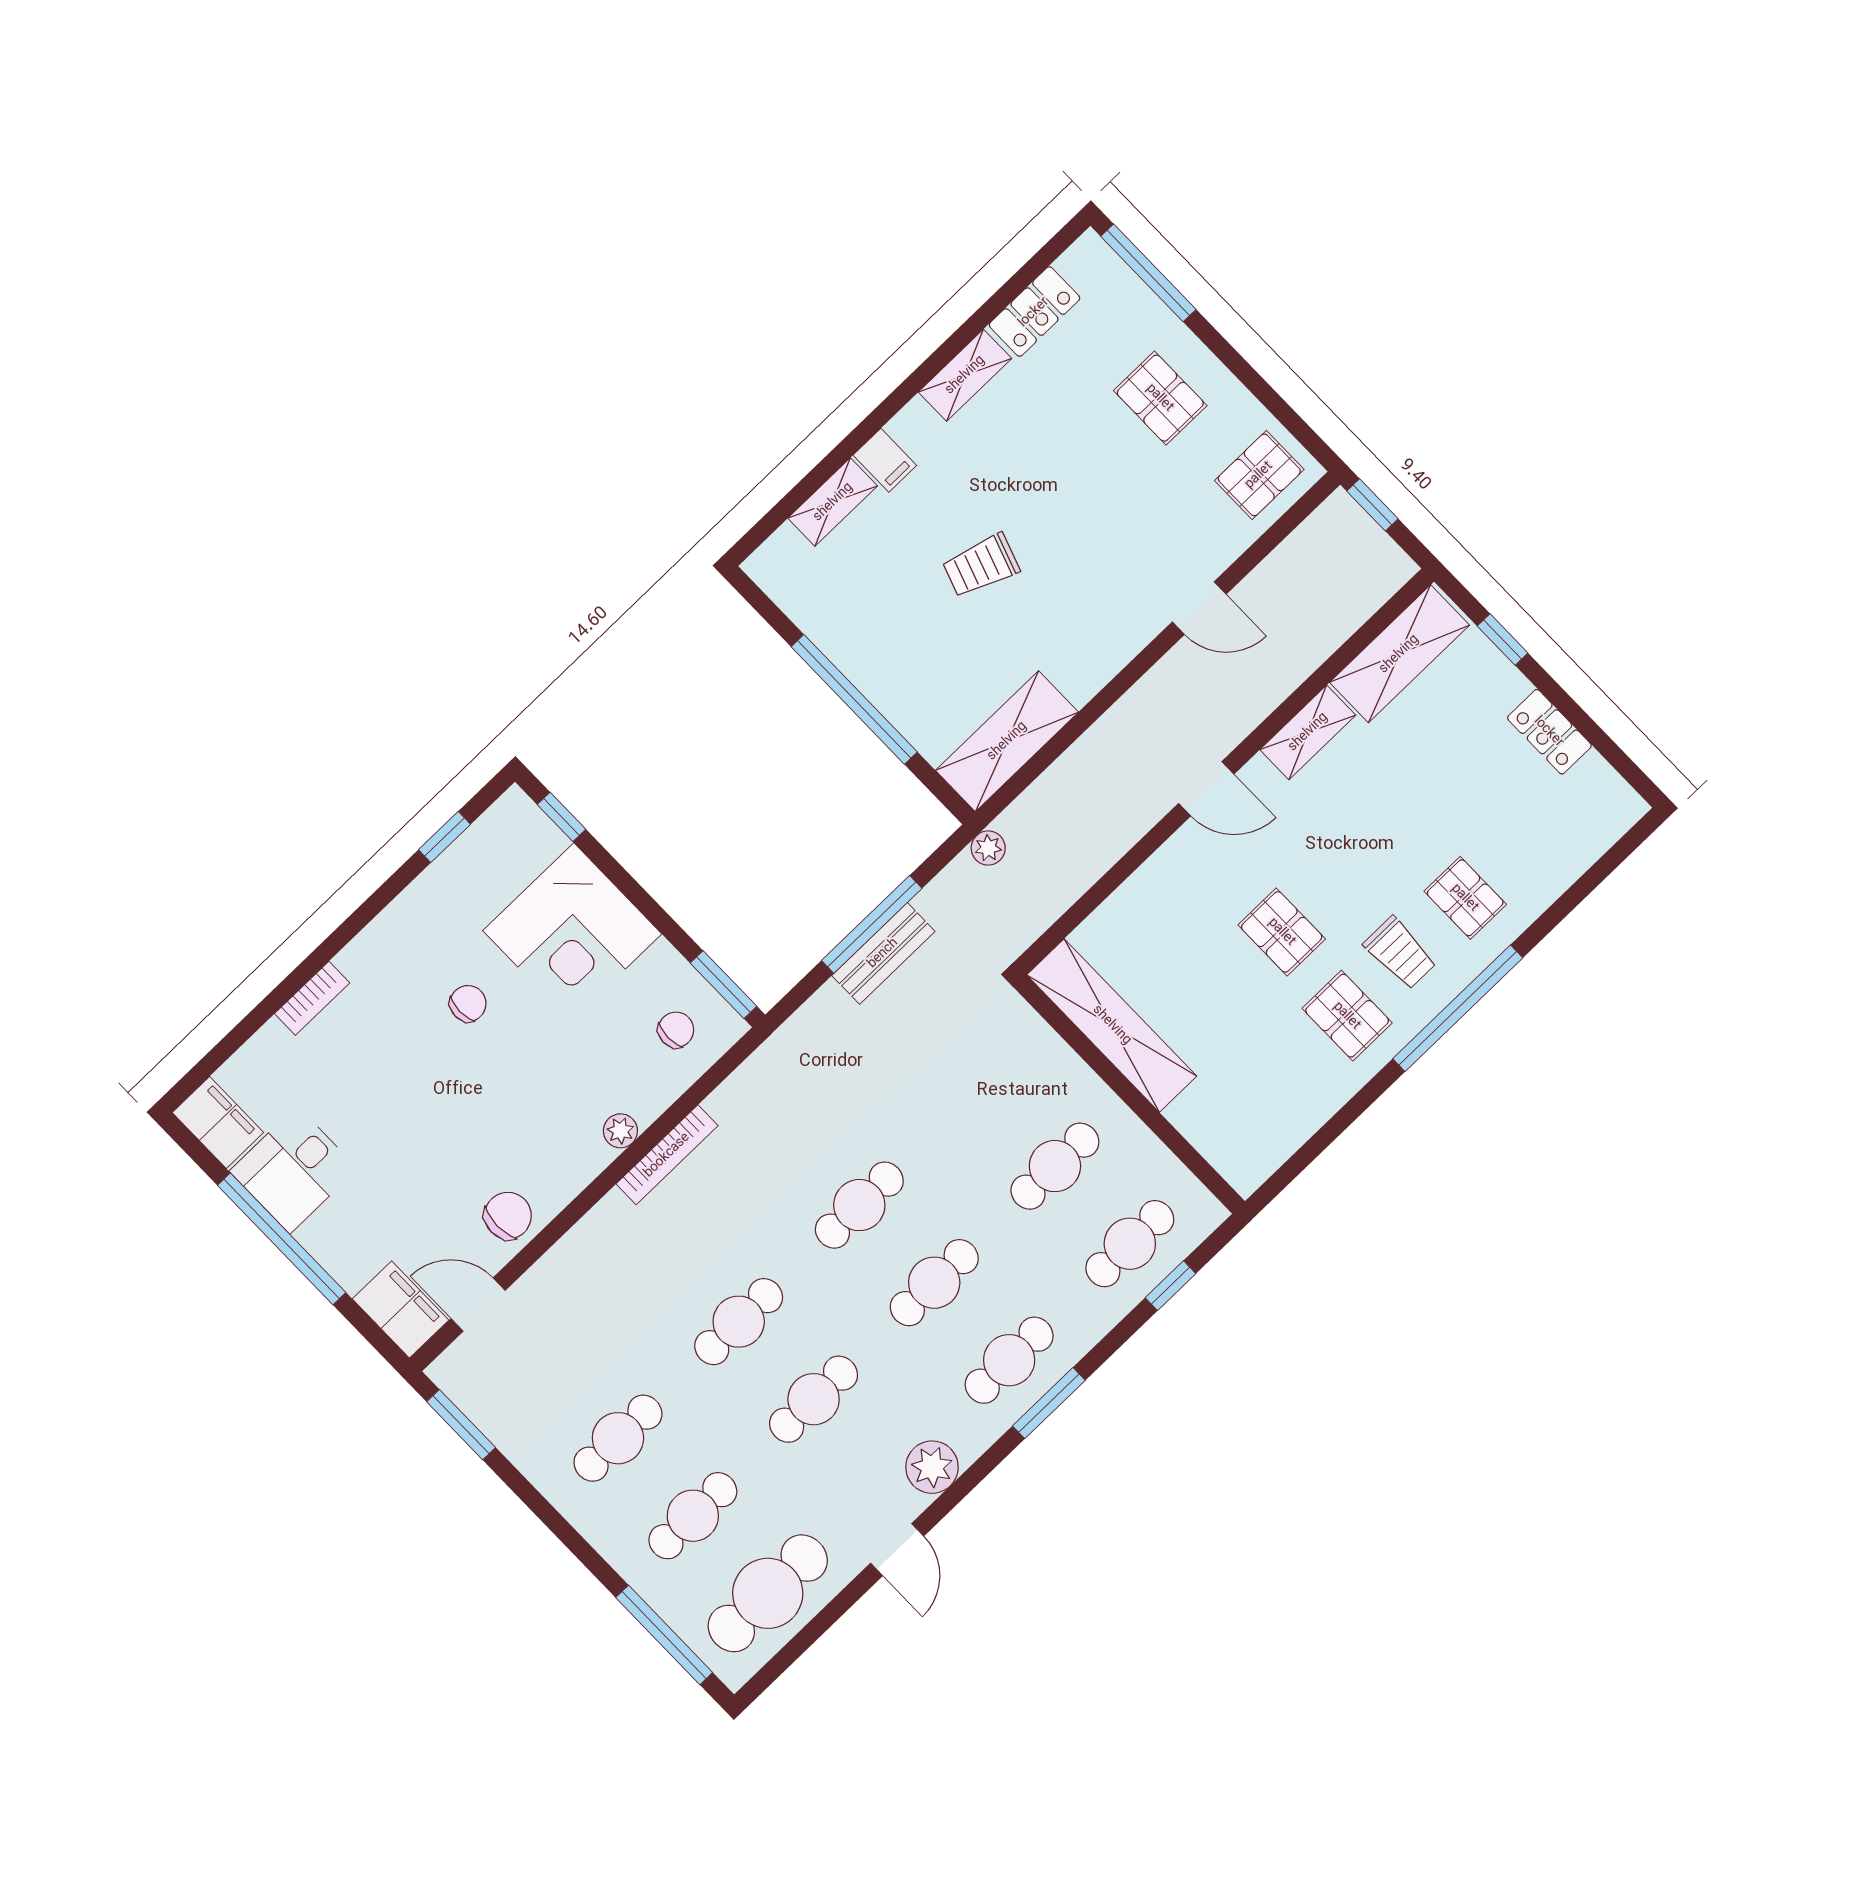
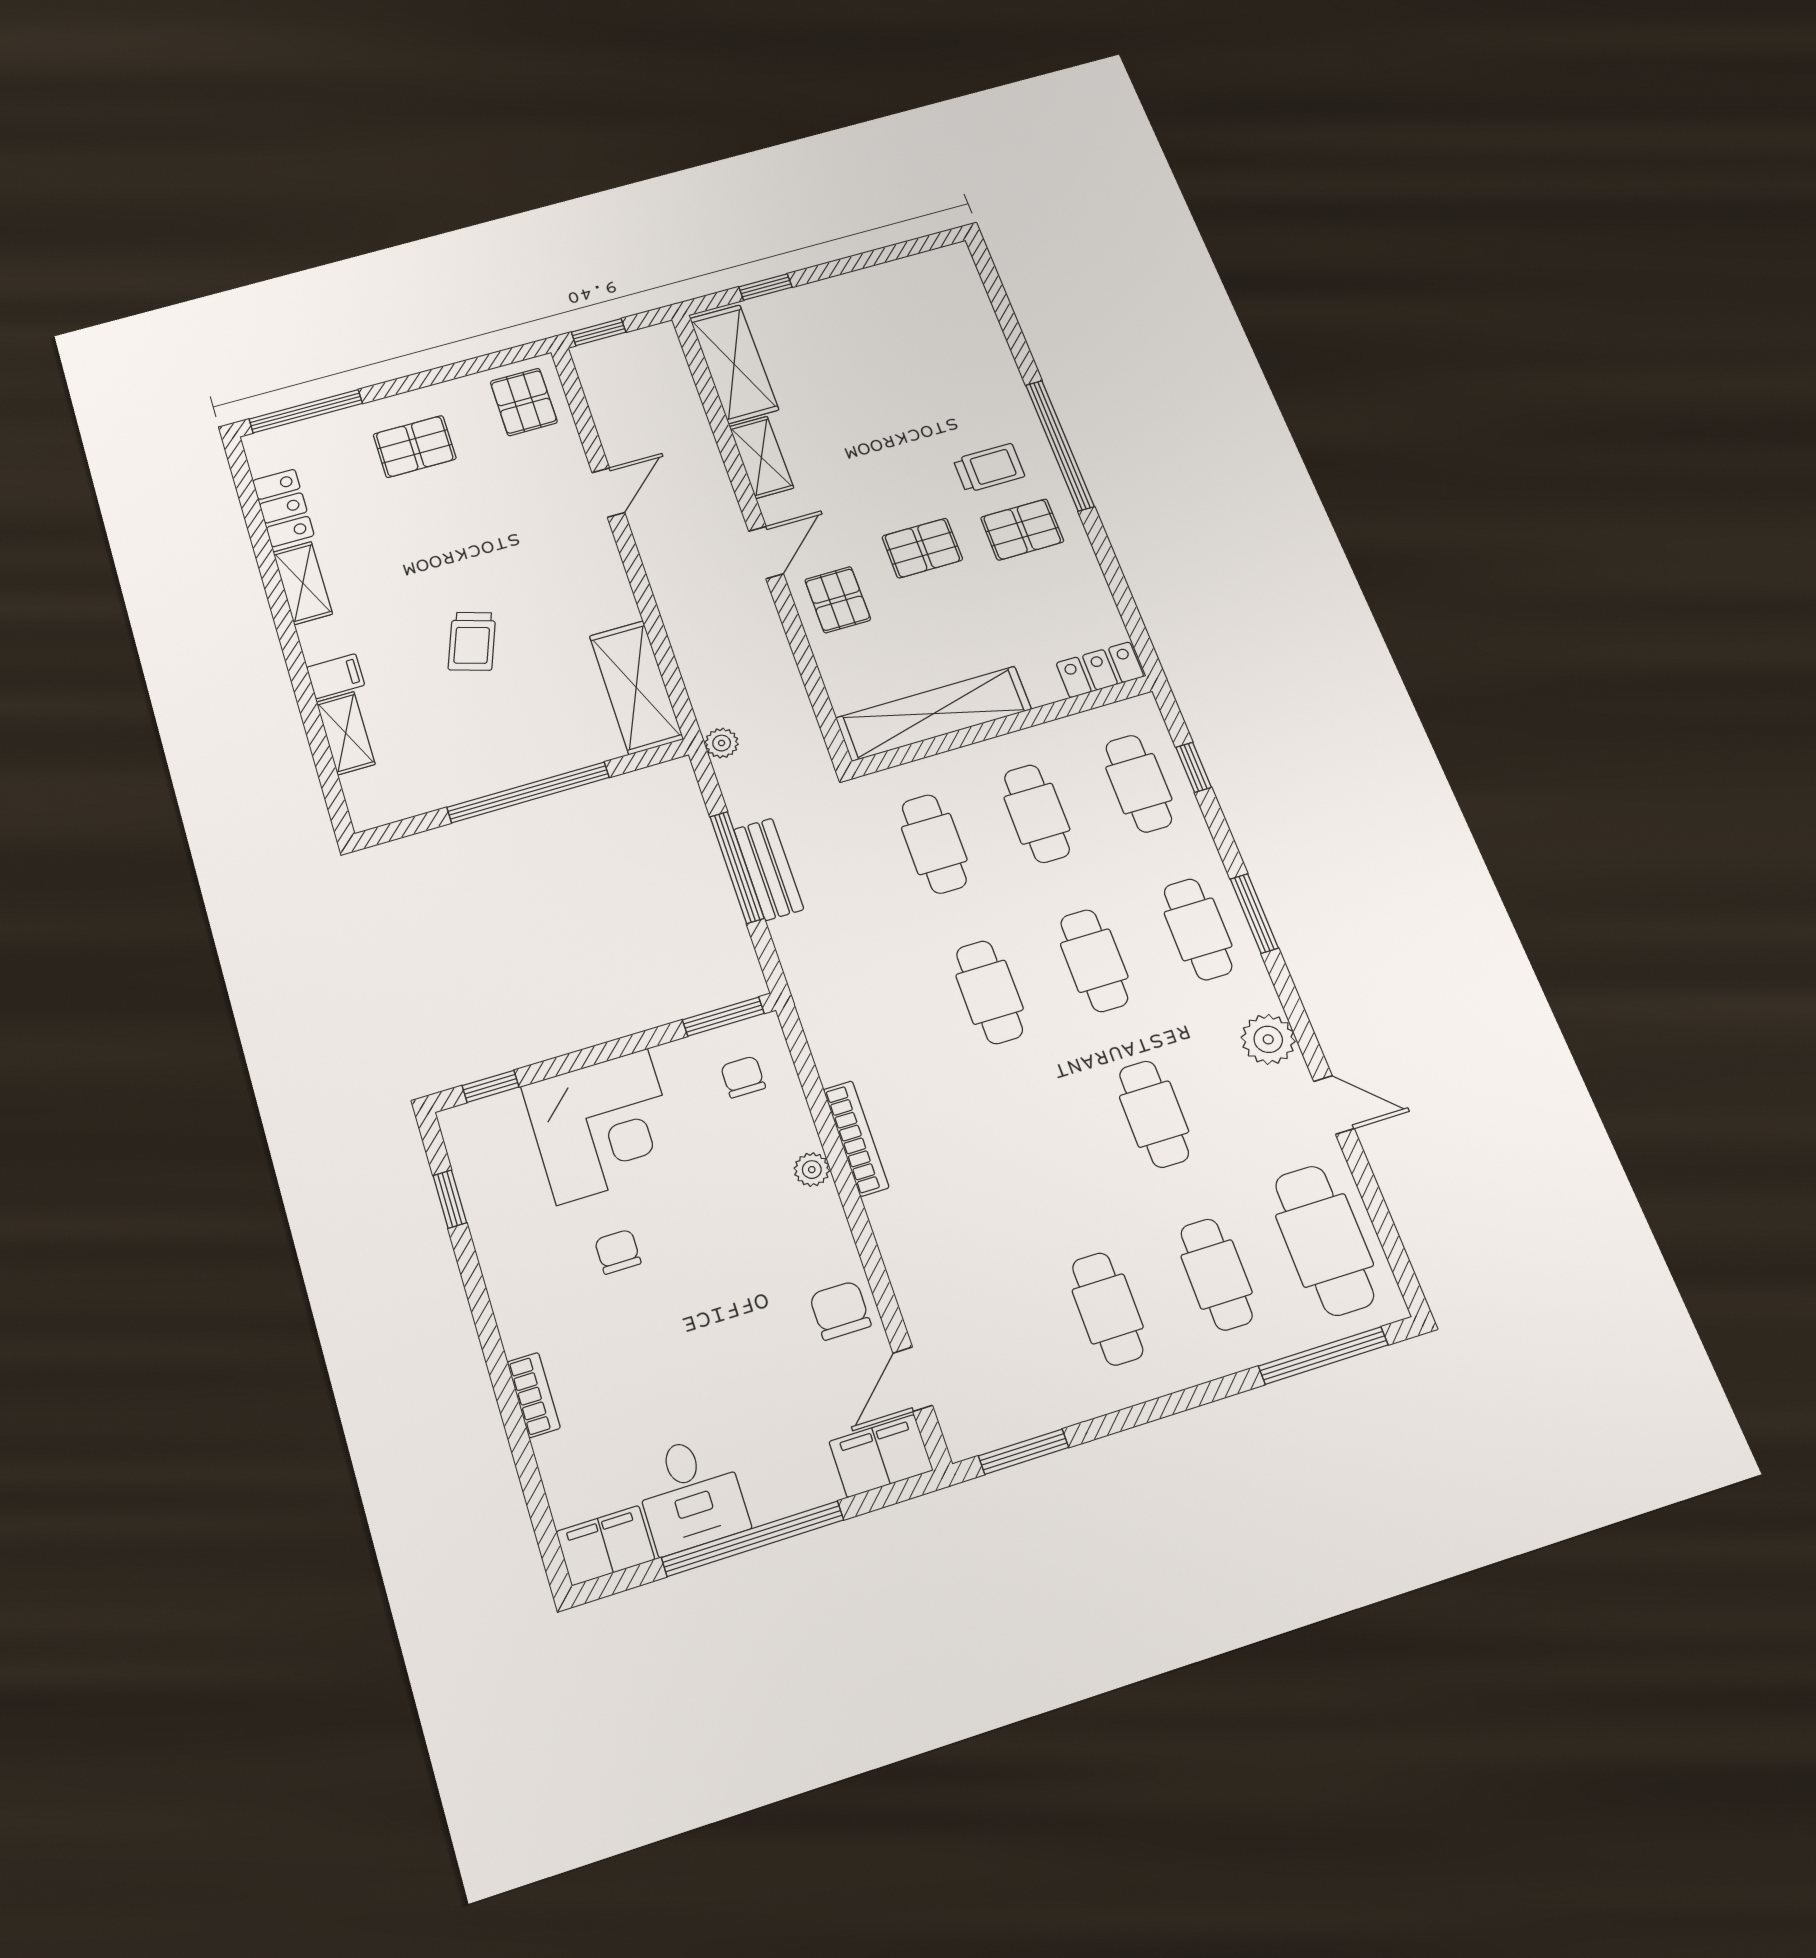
locker: (1549, 732) -> (1100, 670), moved, turned 180
pallet: (1465, 898) -> (838, 600), moved, turned 90
cafe table: (739, 1322) -> (934, 844), moved

